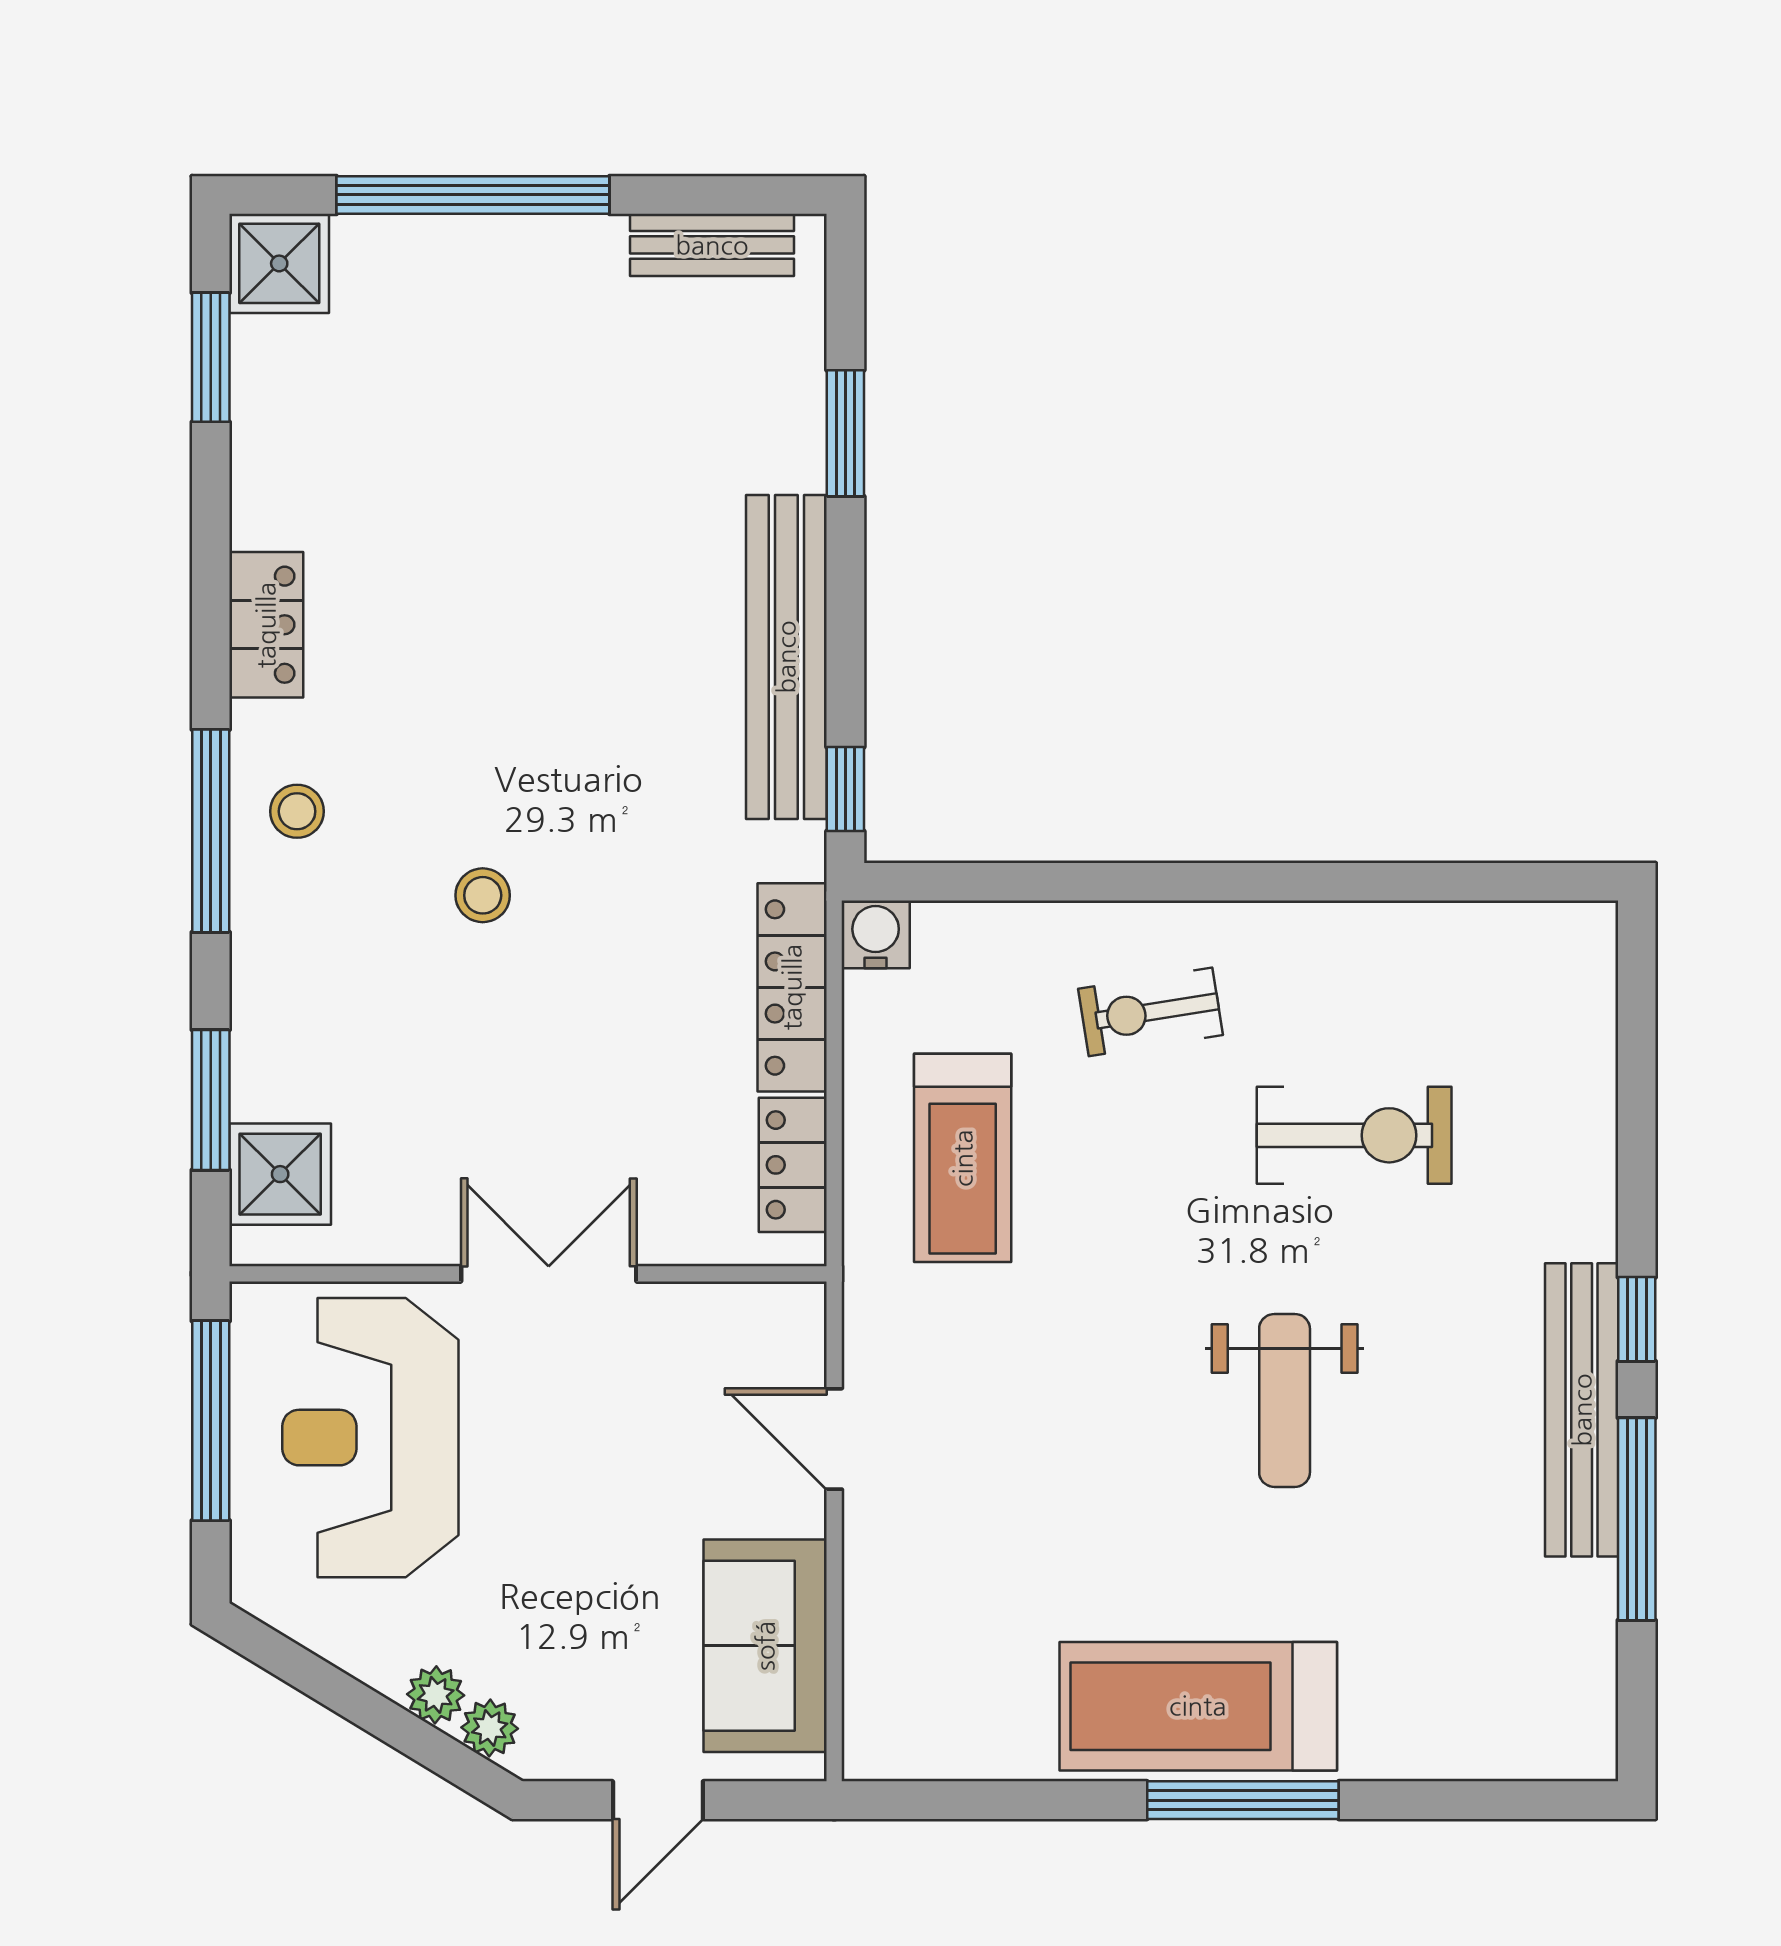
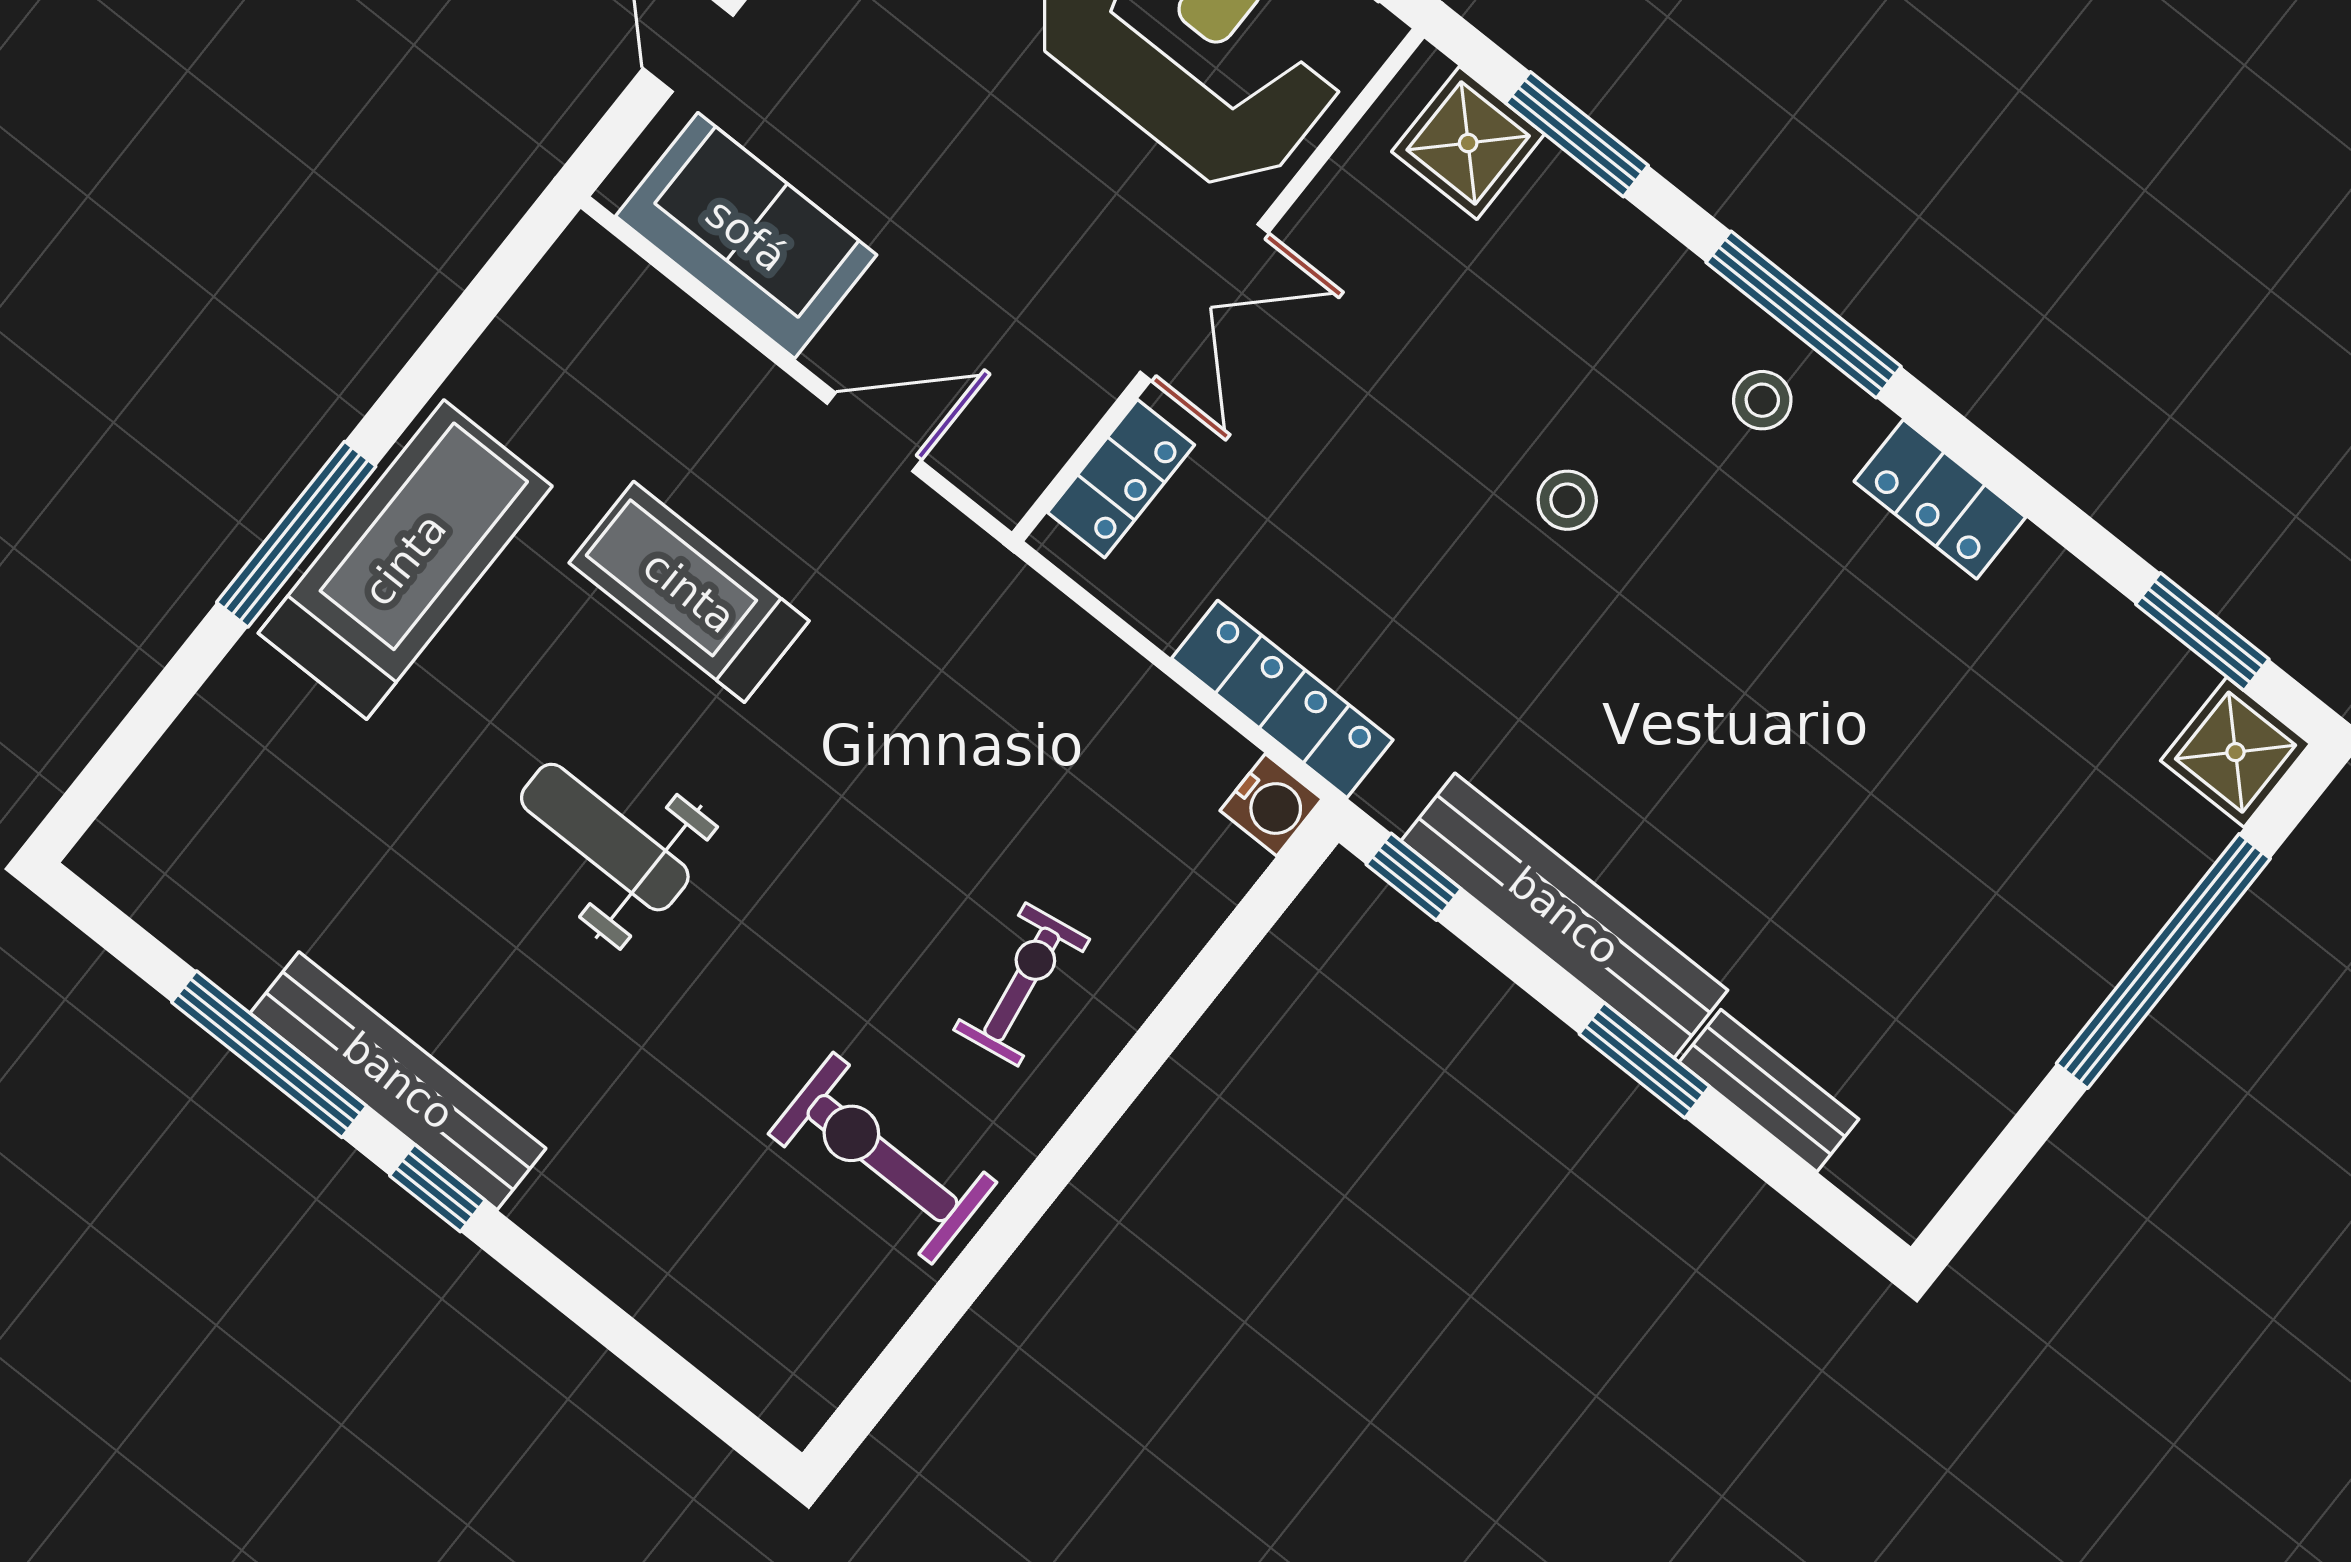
bench: (712, 245) -> (1769, 1091), moved, turned 90
window: (845, 433) -> (1644, 1060), moved
exercise bike: (1354, 1135) -> (882, 1158), moved, turned 90
treadmill: (963, 1158) -> (689, 592), moved
locker: (793, 1165) -> (1121, 479), moved, turned 90

